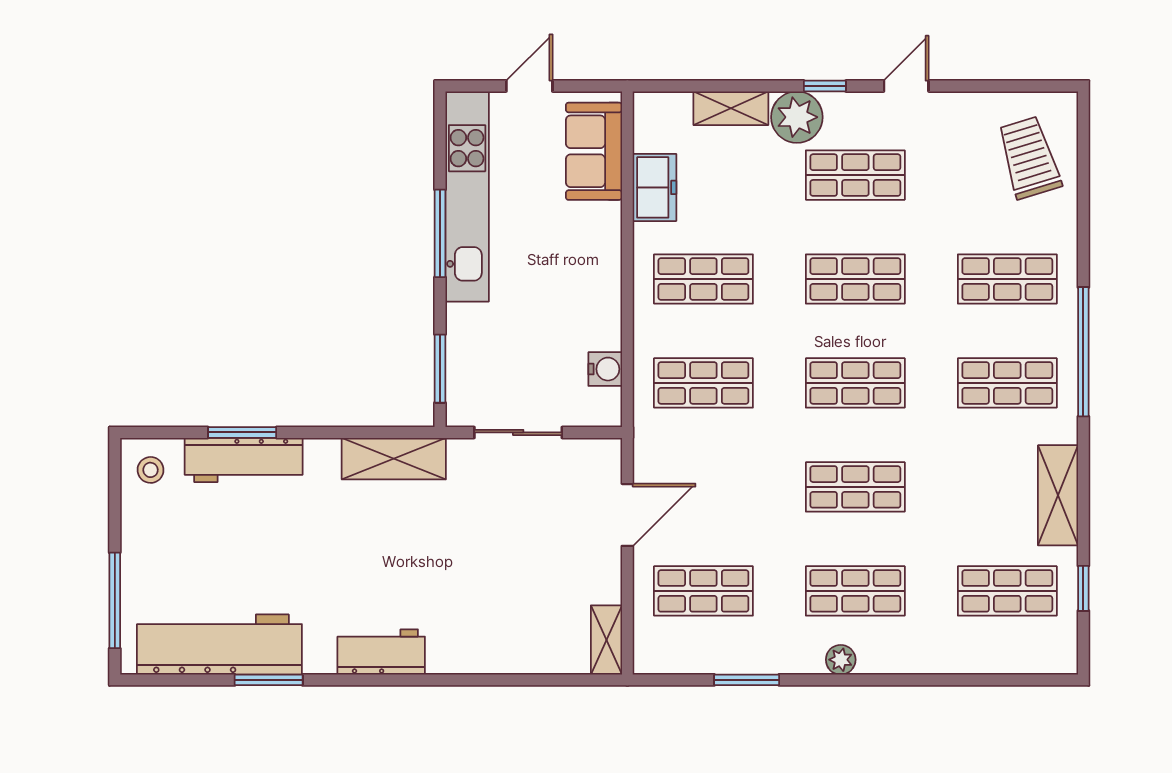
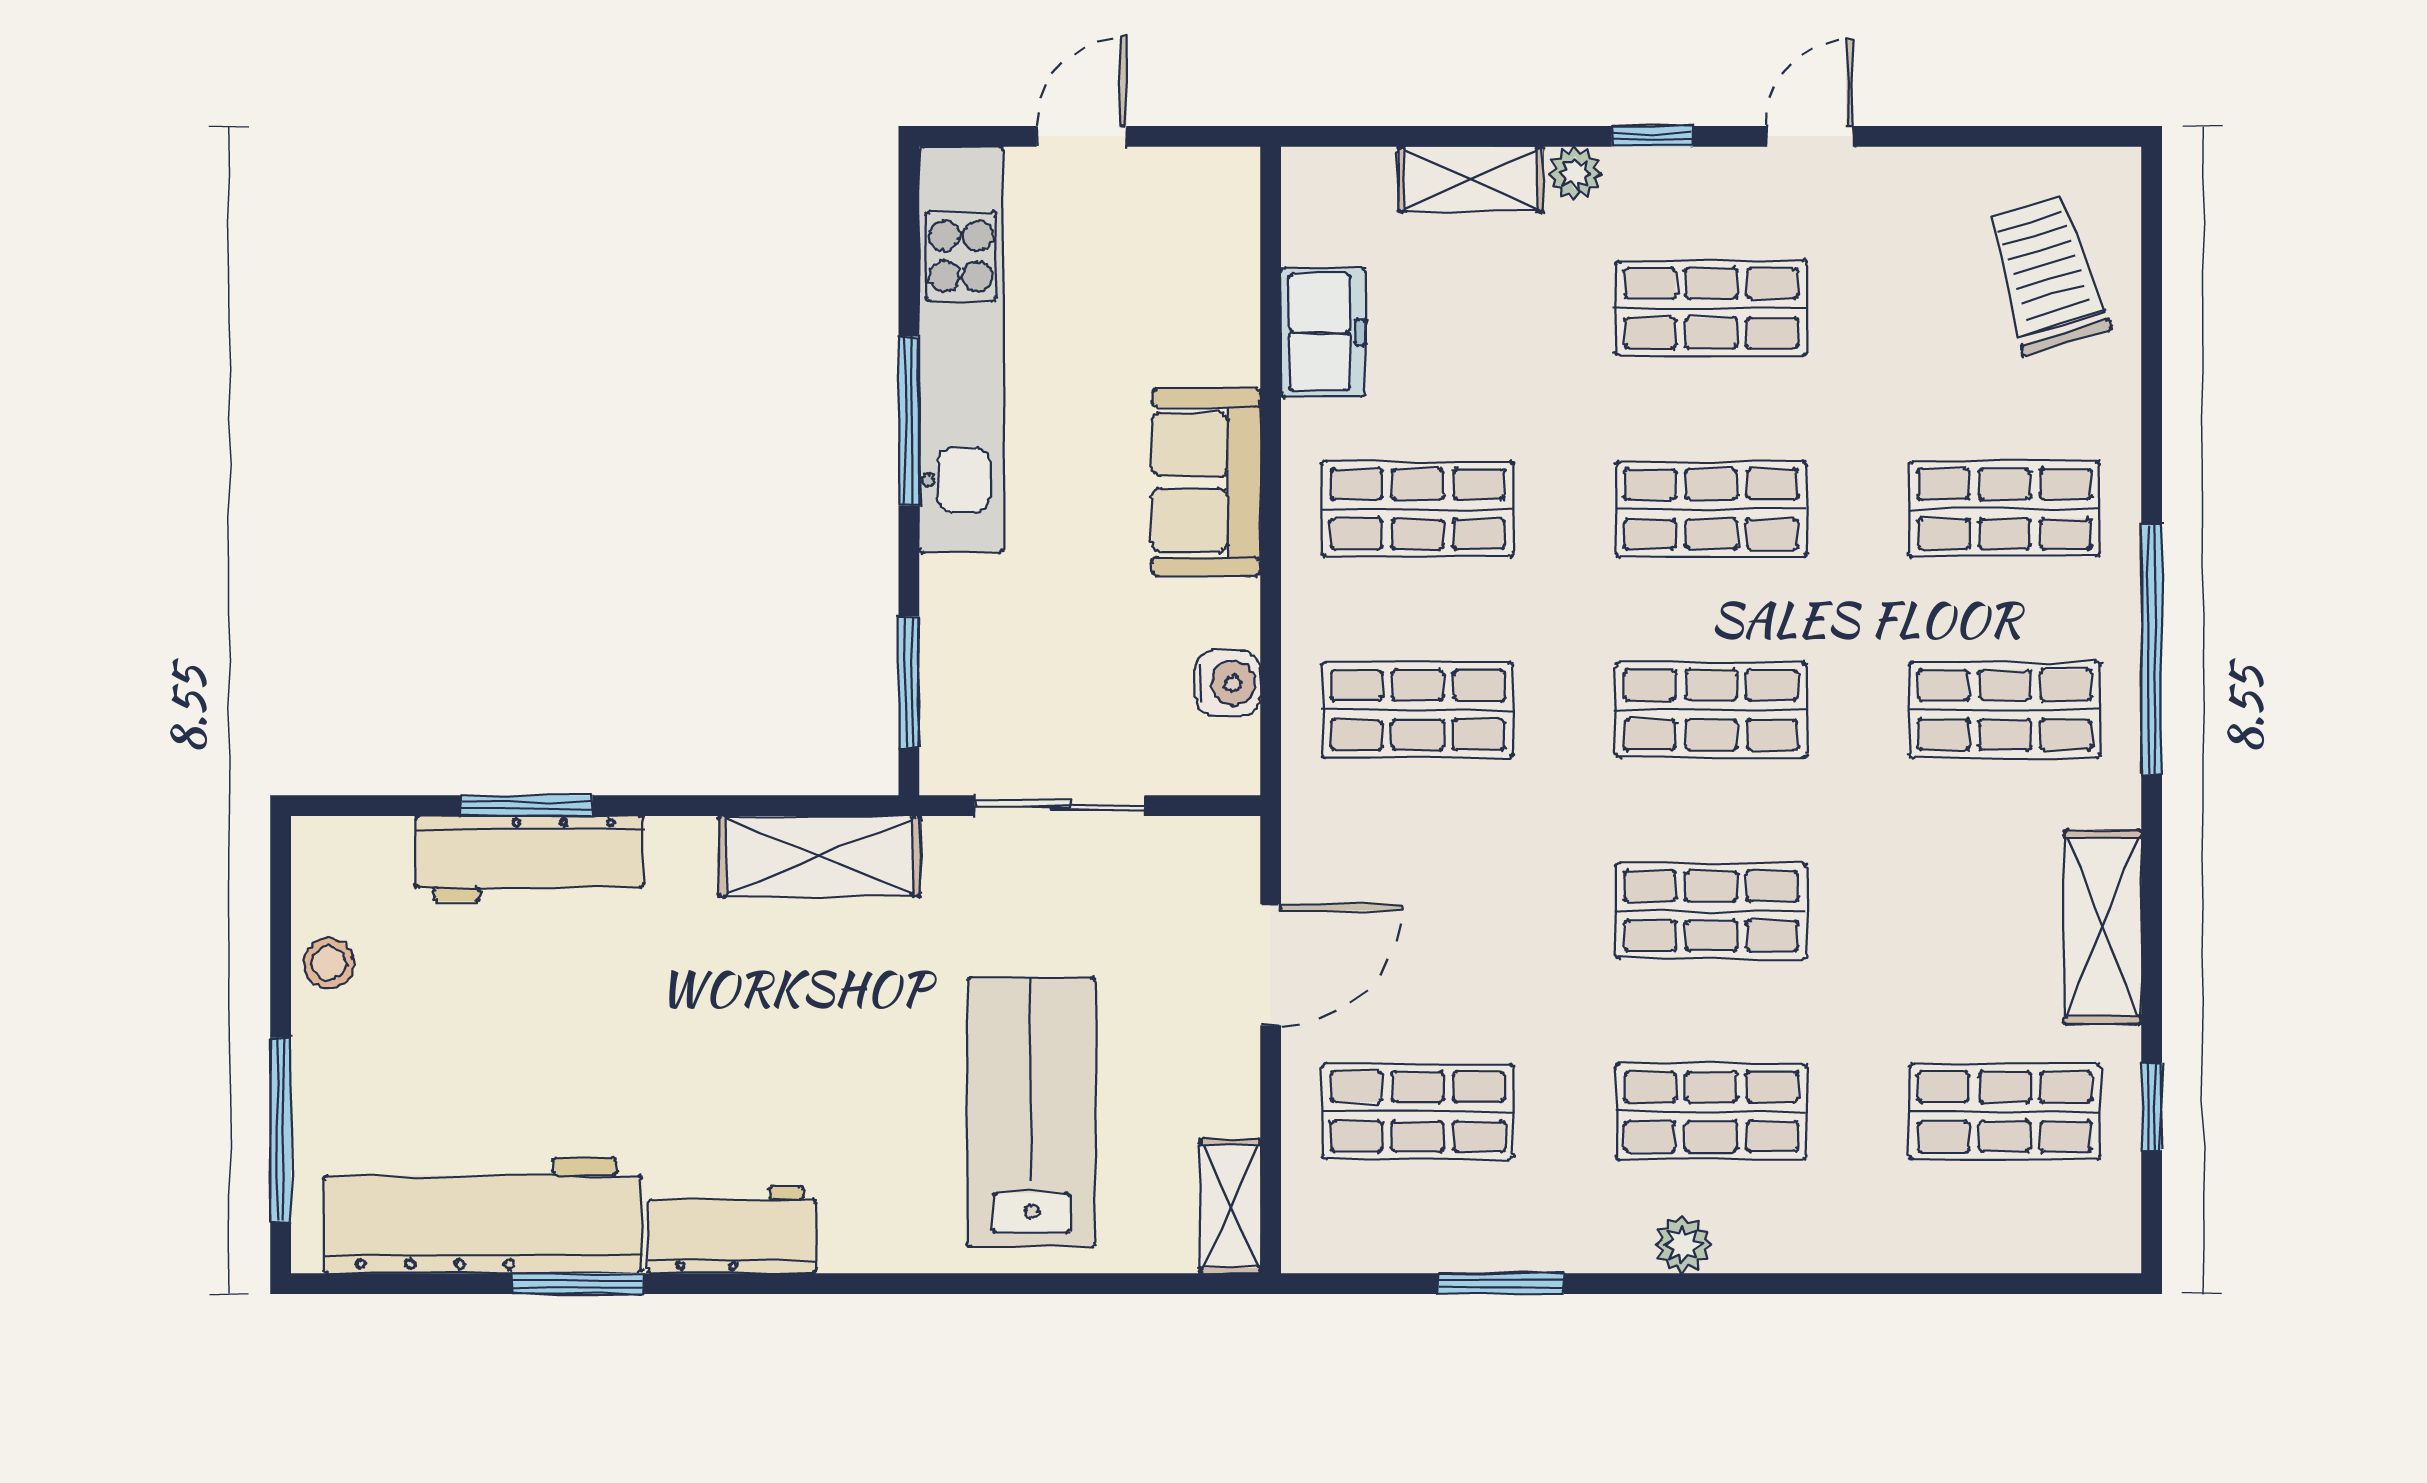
plant: (797, 117) -> (1575, 173), width x0.53, depth x0.53
sofa: (594, 151) -> (1206, 482), moved
stool: (150, 470) -> (329, 963), moved
lab bench: (503, 591) -> (1031, 1112), added
workbench: (381, 652) -> (732, 1230), moved

